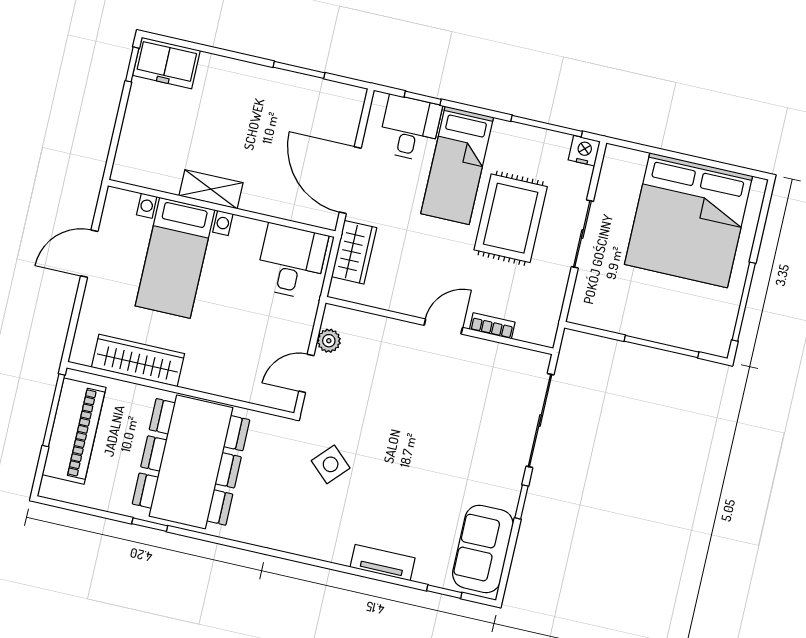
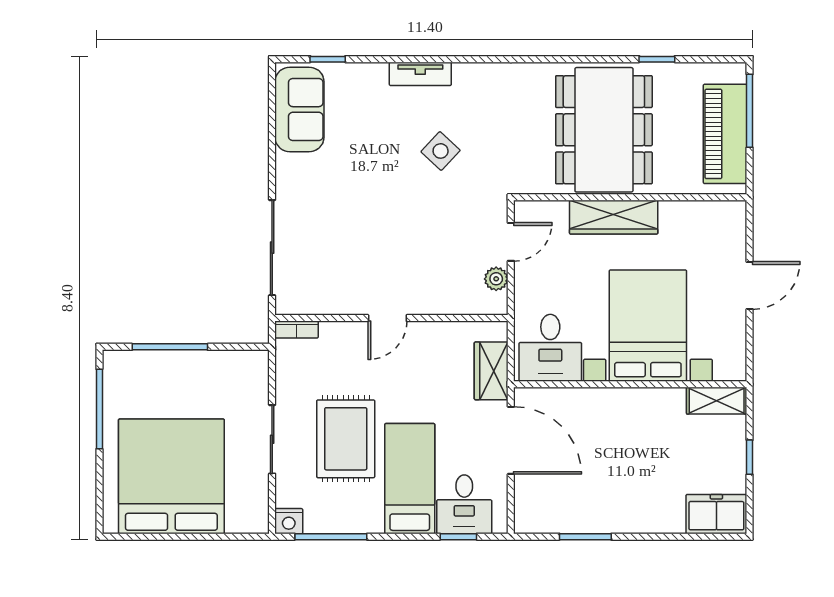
window: (132, 64) -> (750, 457), moved
shelving: (211, 189) -> (717, 401), moved
door: (89, 254) -> (750, 285), moved
bed with nightstands: (175, 258) -> (648, 326), width x1.36
bookcase: (492, 326) -> (297, 330), moved
wardrobe: (138, 360) -> (614, 217), moved
window: (54, 410) -> (750, 111), moved
side table: (331, 464) -> (441, 151), moved
window: (522, 502) -> (272, 164), removed
window: (150, 525) -> (657, 59), moved
tv unit: (383, 563) -> (420, 74), moved

